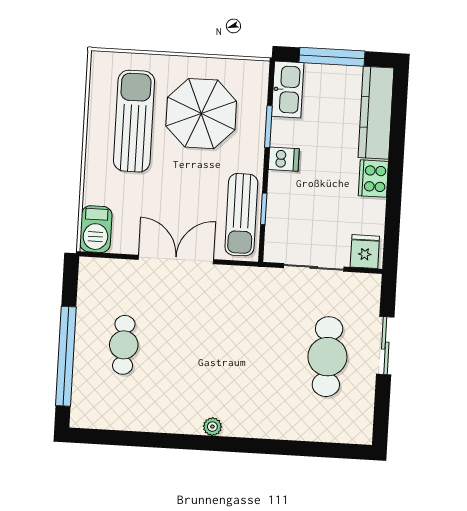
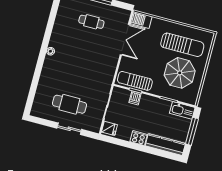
dishwasher: (284, 159) -> (135, 98), moved
double door: (176, 259) -> (125, 40), moved

